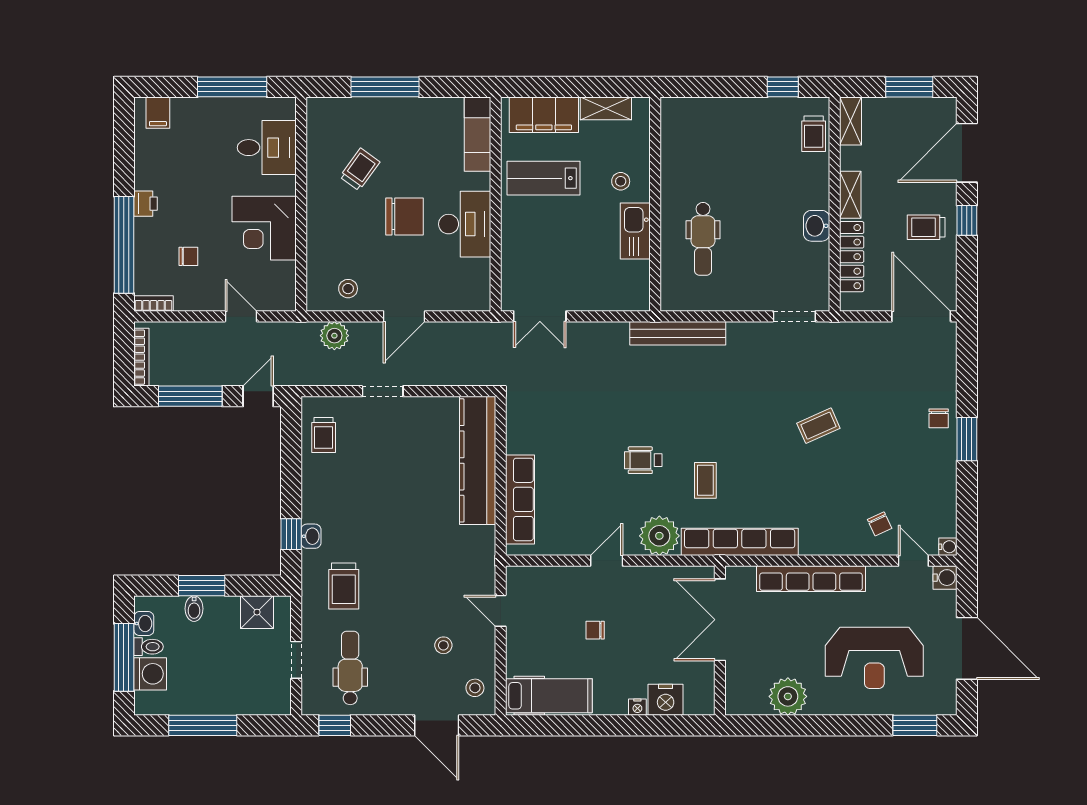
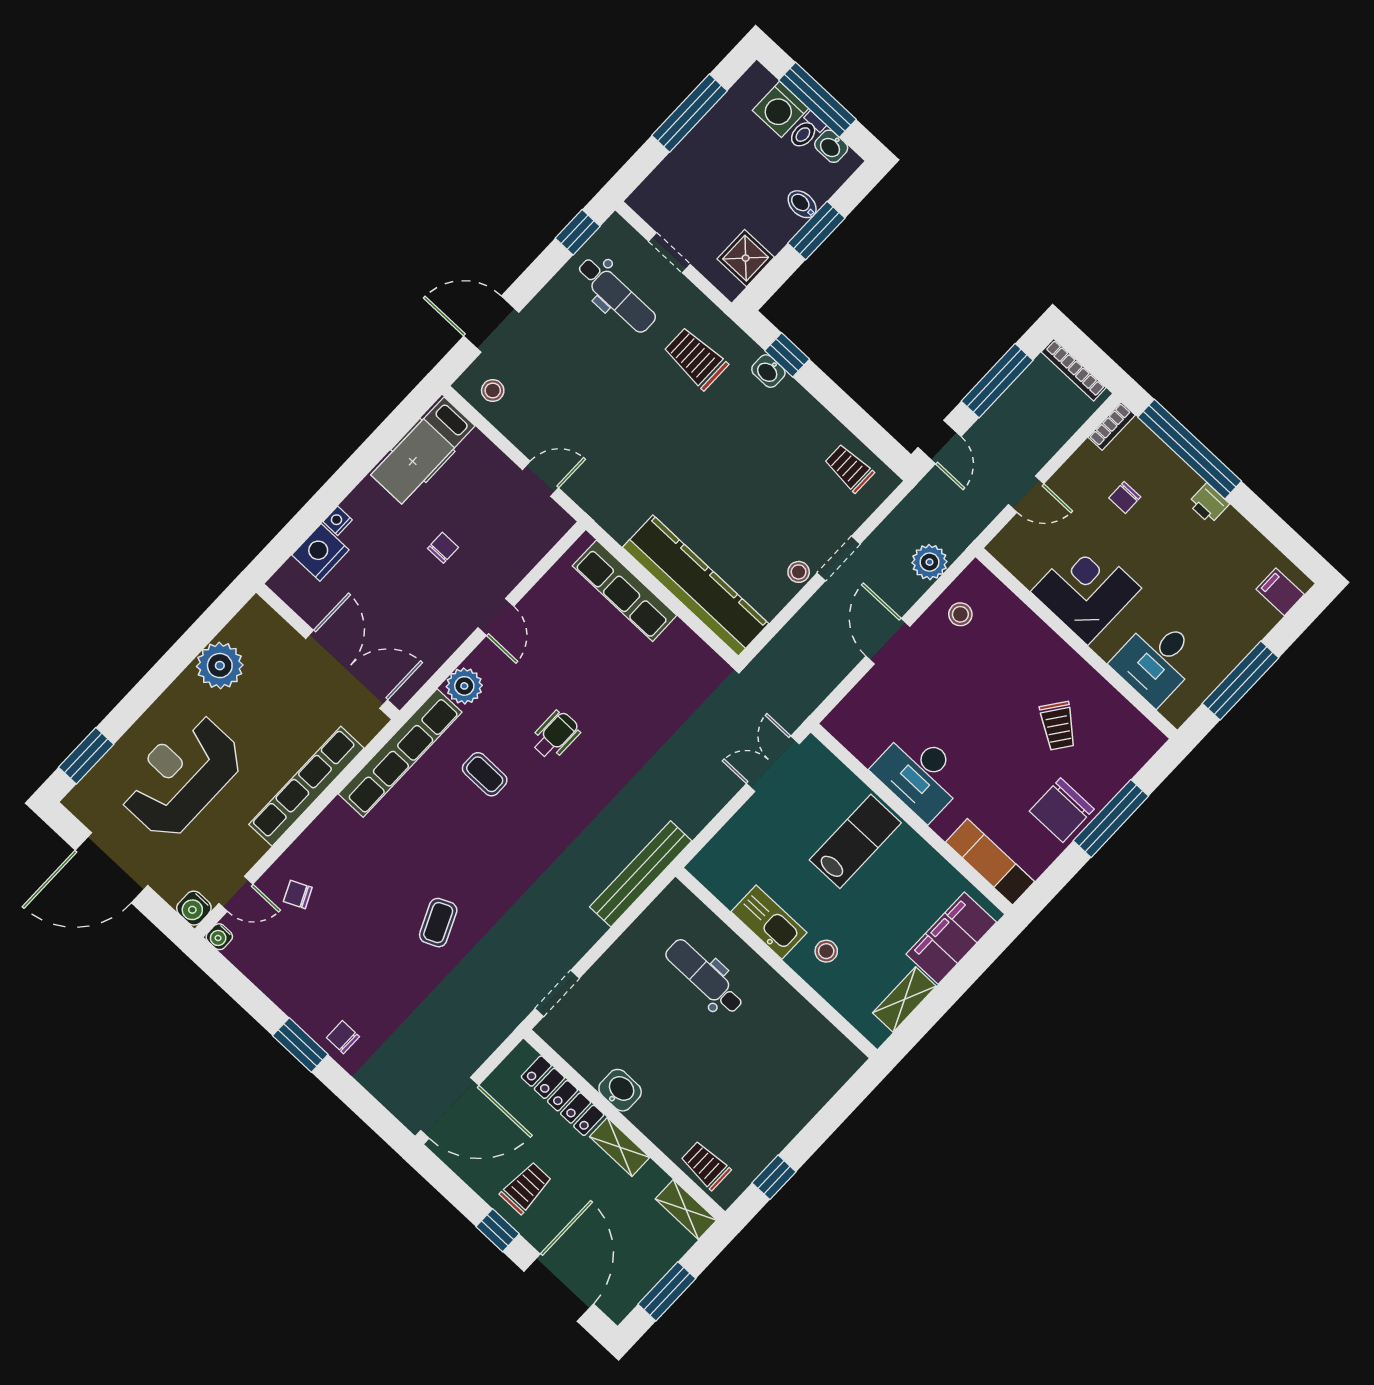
lab bench: (543, 178) -> (855, 841), moved
chair: (405, 217) -> (1062, 810), moved
plant: (659, 536) -> (464, 686), width x0.73, depth x0.73
stool: (443, 645) -> (799, 572), moved

